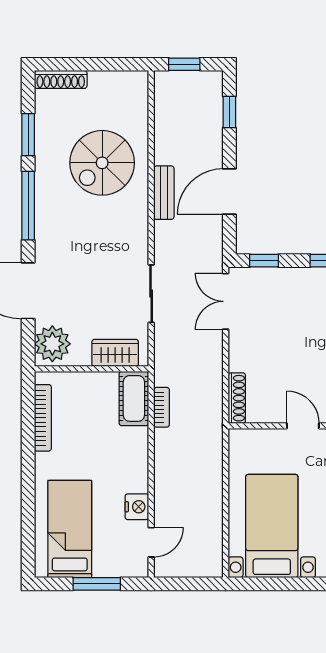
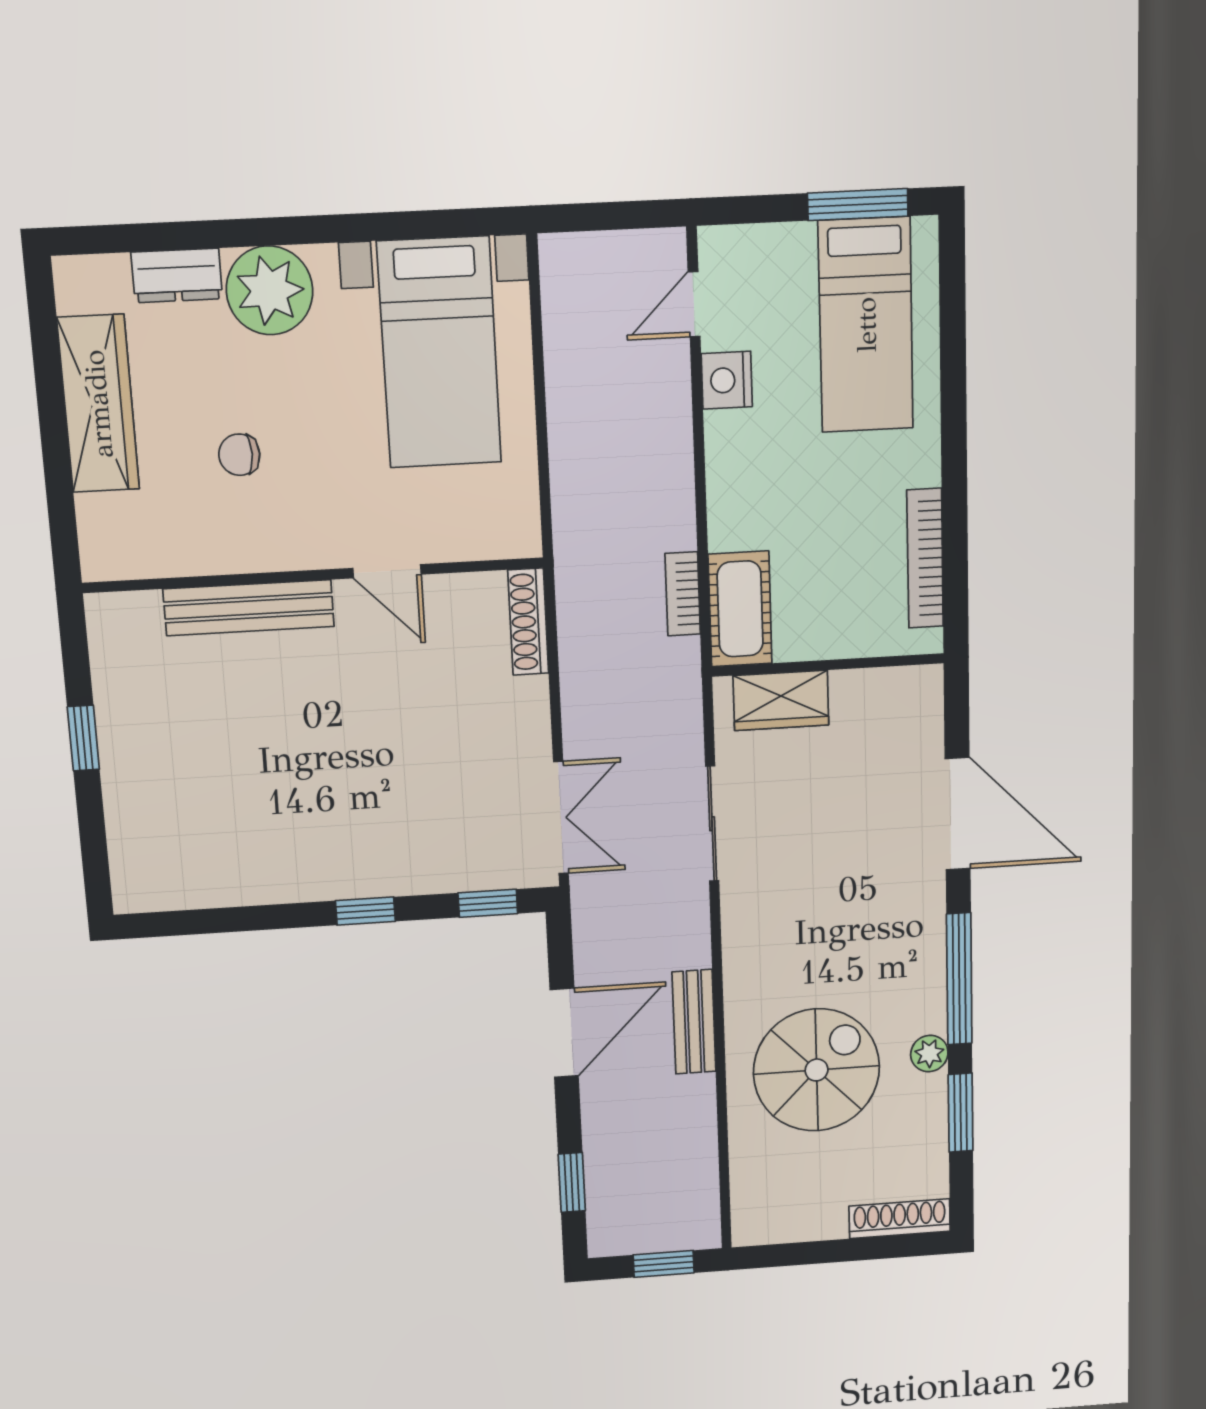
plant: (52, 344) -> (929, 1054), moved, width x0.53, depth x0.53
window: (97, 584) -> (858, 205), moved

